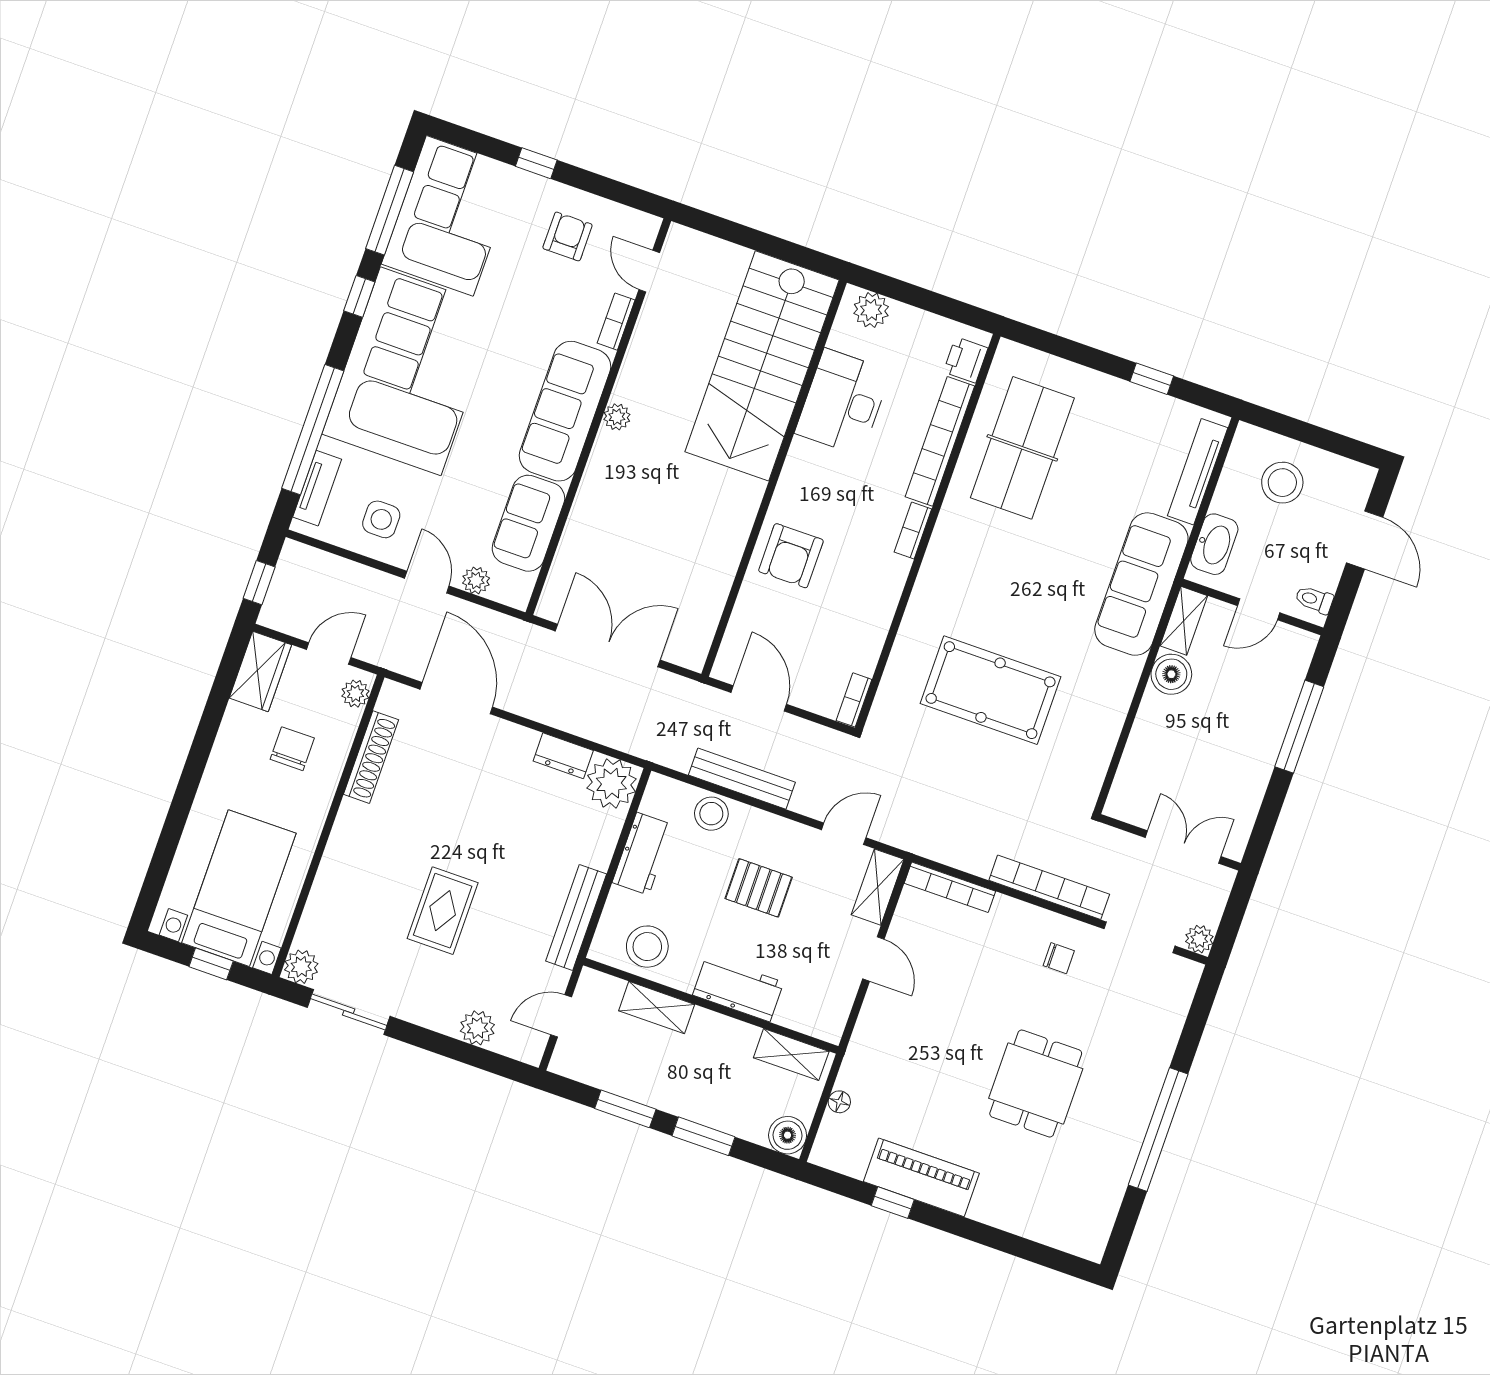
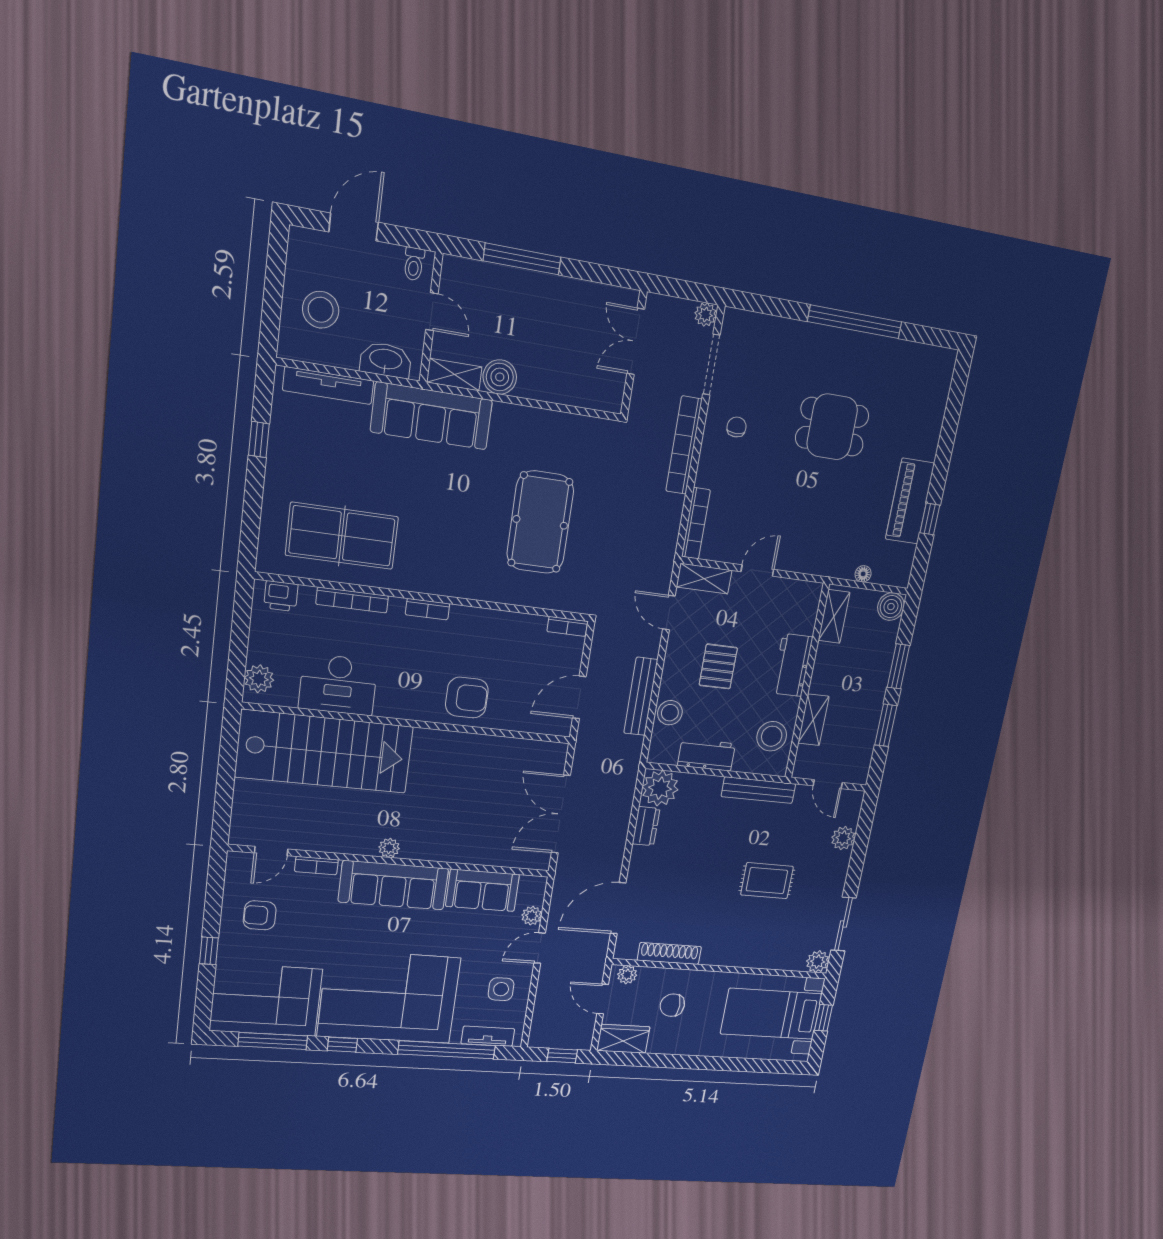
bookcase: (940, 441) -> (352, 600), width x0.68, depth x0.76

